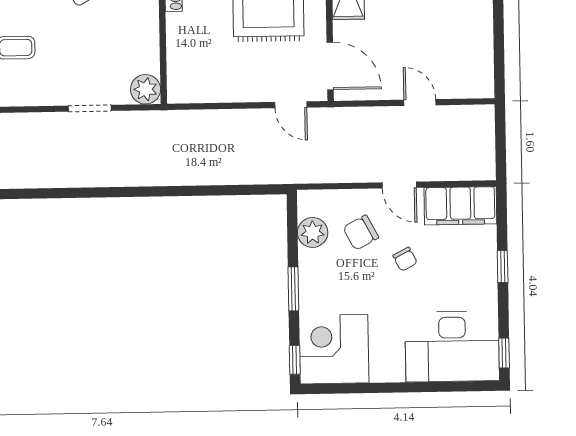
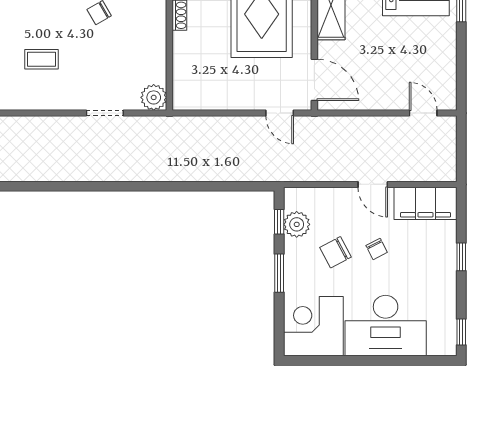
door: (420, 103) -> (423, 113), moved
chair: (361, 233) -> (335, 252), moved
desk: (452, 346) -> (386, 326), moved
window: (295, 360) -> (279, 222), moved

